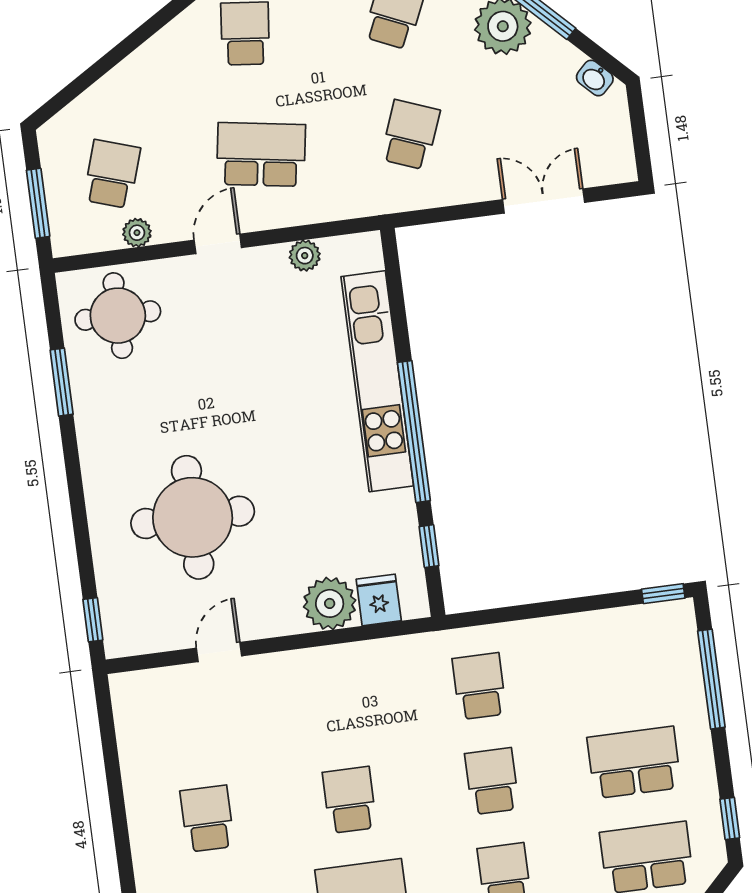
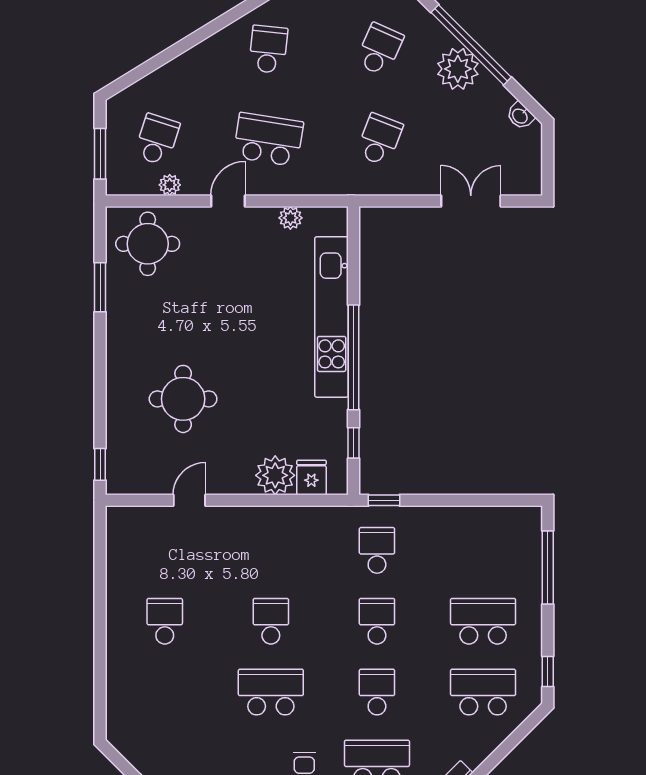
round table: (193, 517) -> (183, 399), width x0.73, depth x0.73
window: (663, 594) -> (384, 500), moved

